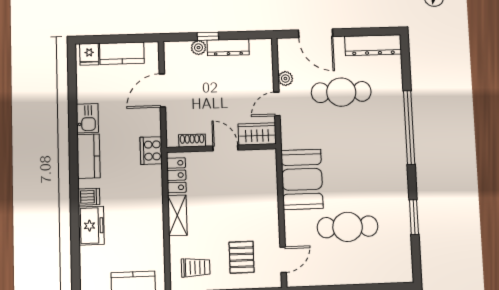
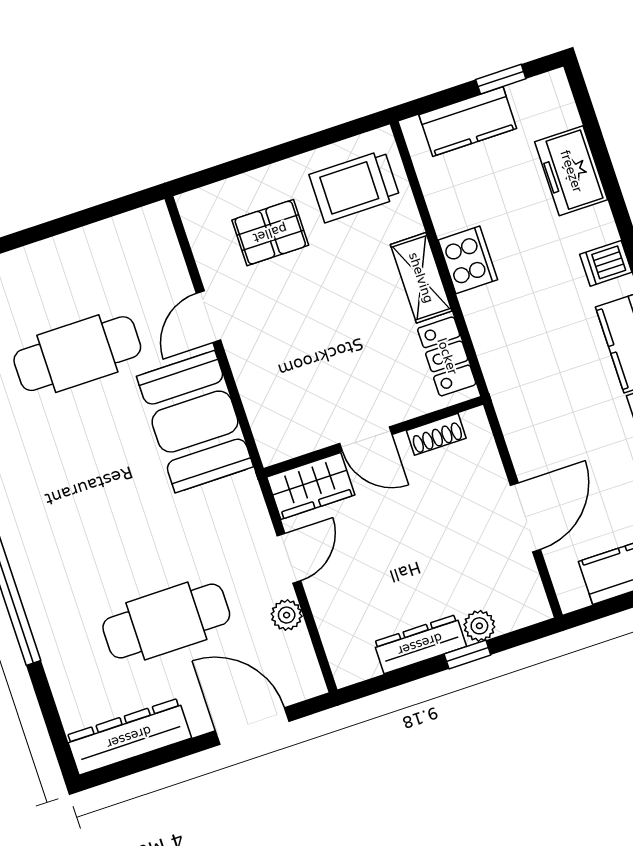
cooker: (151, 151) -> (468, 260), moved
freezer: (91, 226) -> (571, 171), moved
pallet: (242, 257) -> (270, 233), turned 90
door: (283, 260) -> (209, 317), moved
trolley: (196, 268) -> (355, 186), width x1.36, depth x1.39

